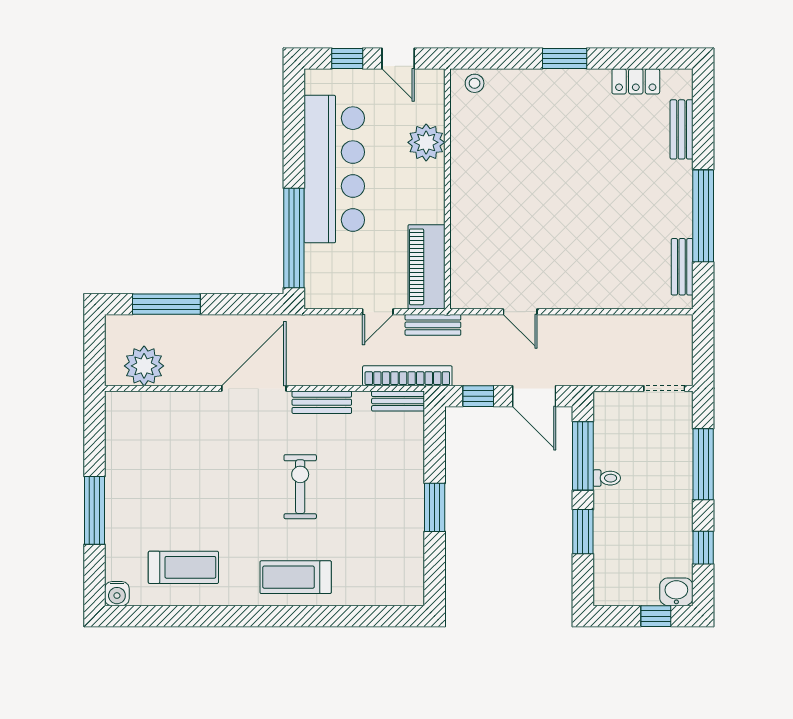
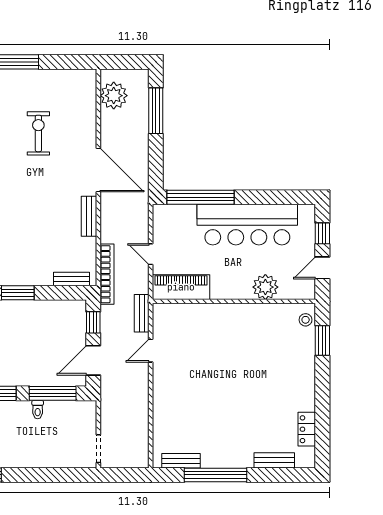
window: (565, 59) -> (322, 341), moved
bench: (433, 325) -> (142, 313), moved
bench: (398, 401) -> (71, 279), moved, turned 90
window: (703, 464) -> (47, 475), removed
exercise bike: (300, 487) -> (38, 133), moved, turned -90

